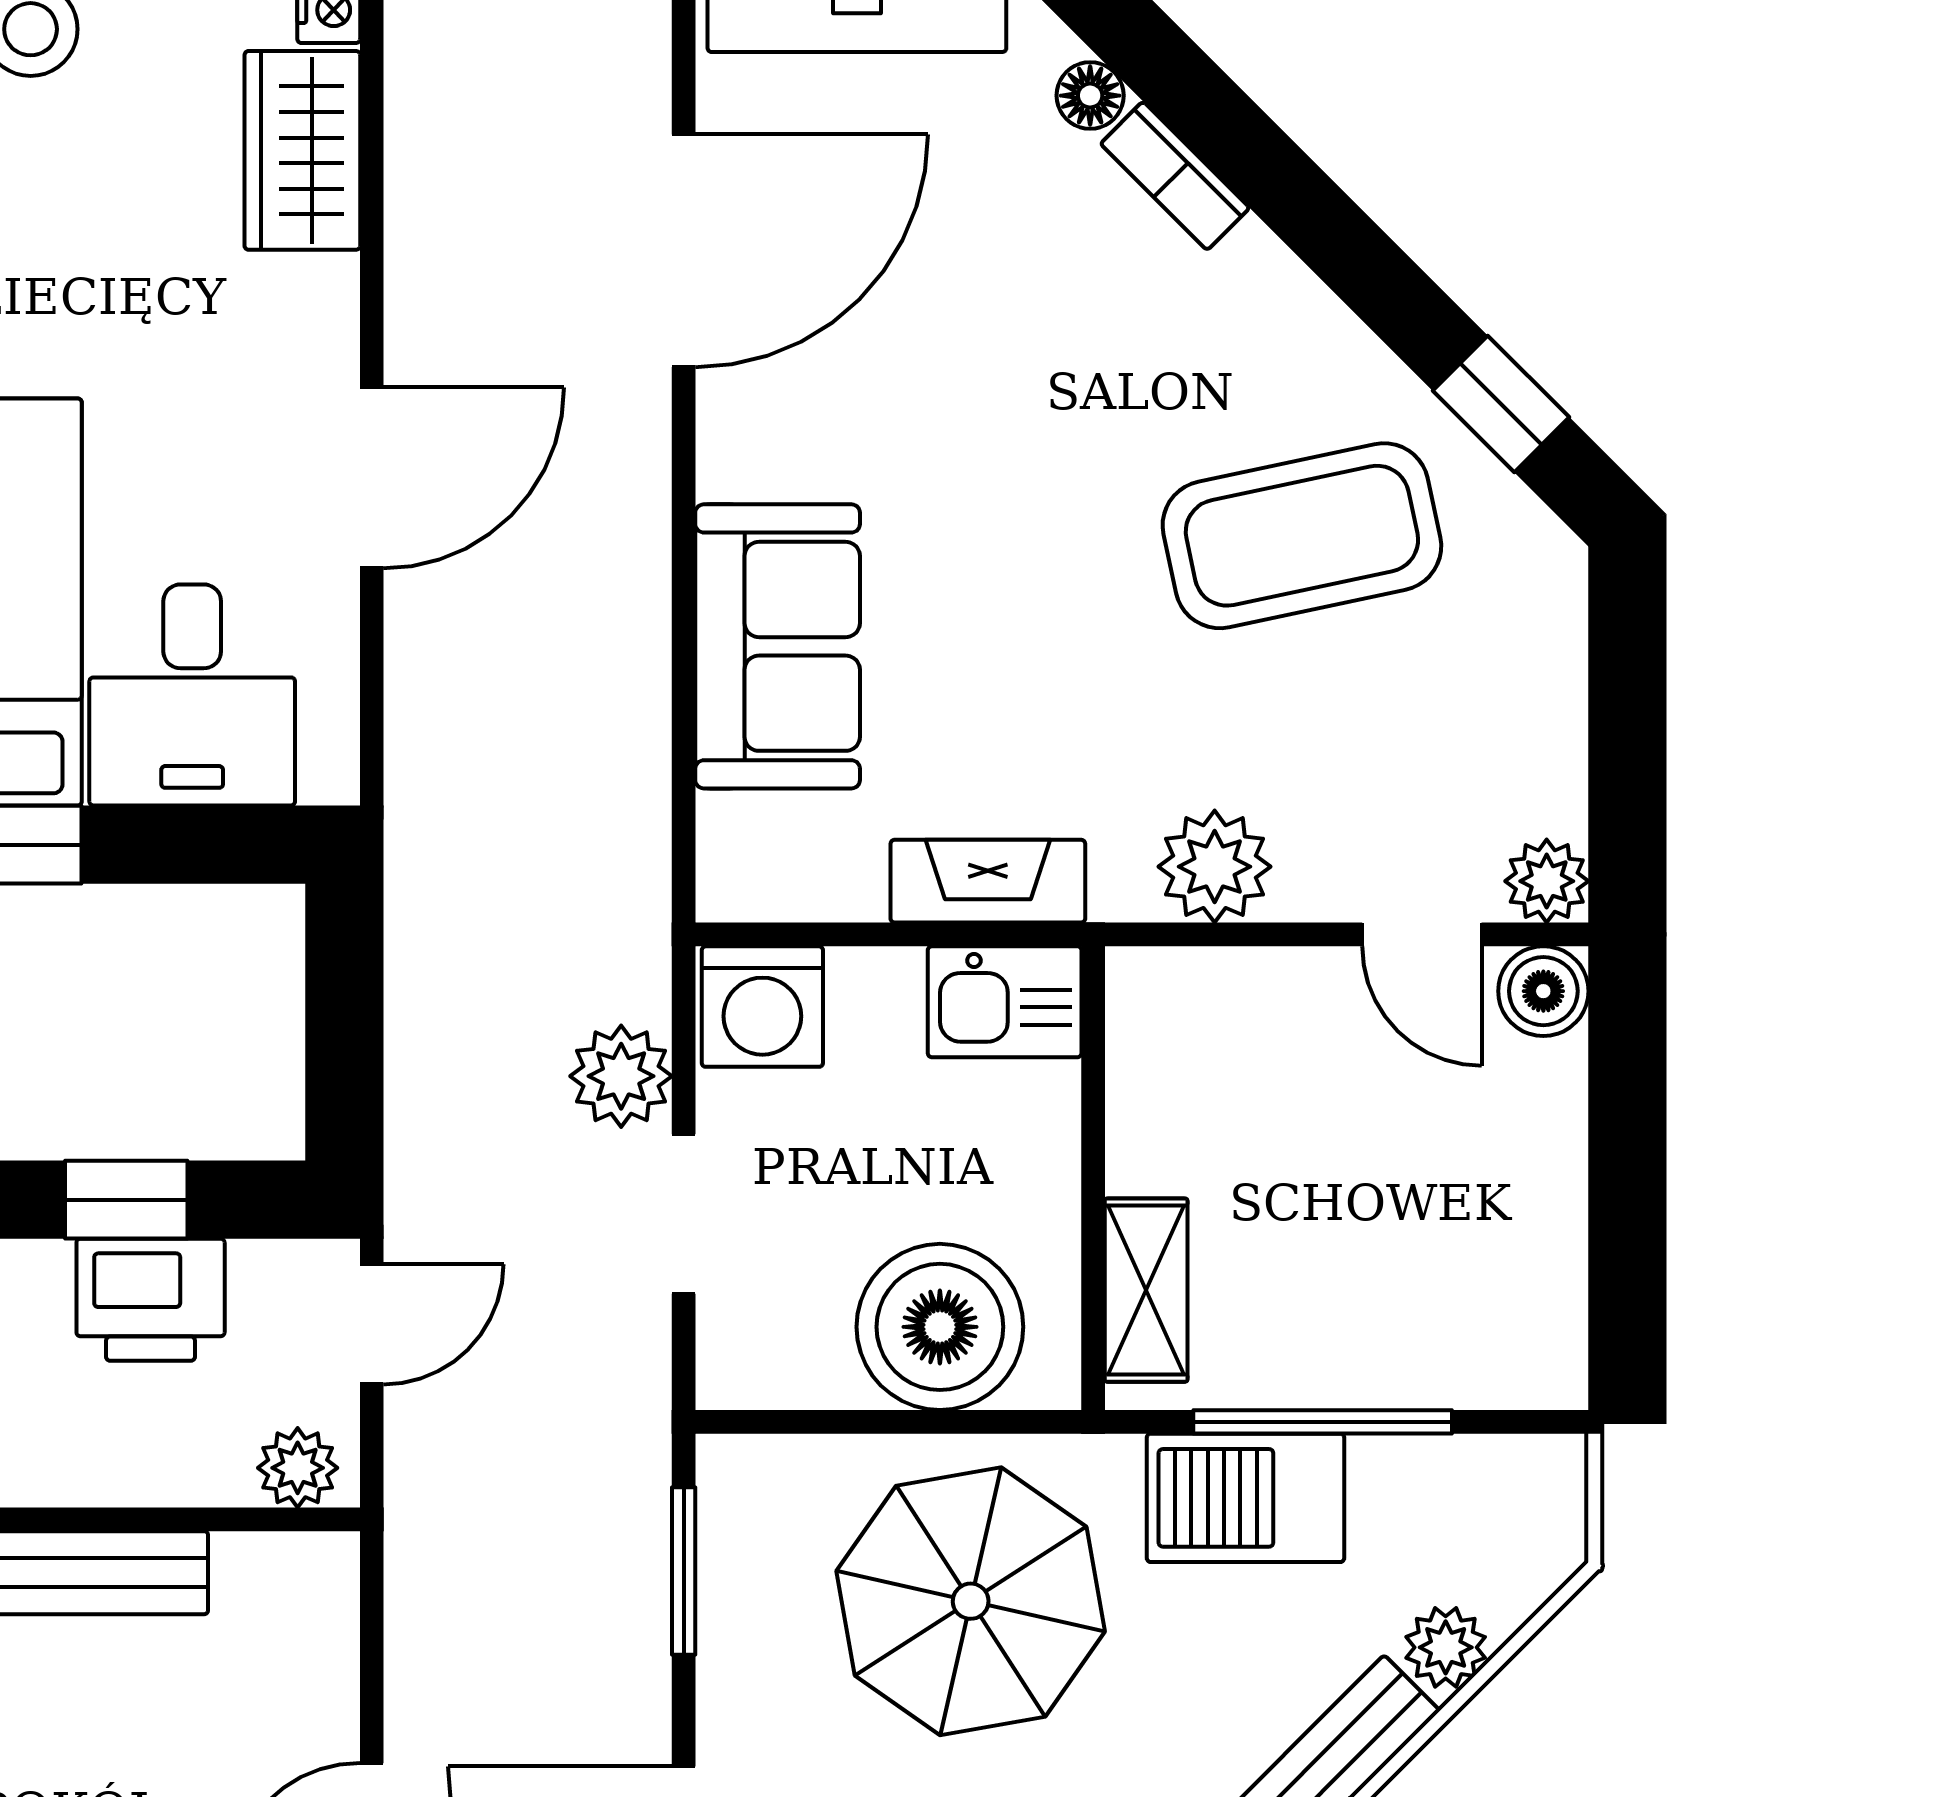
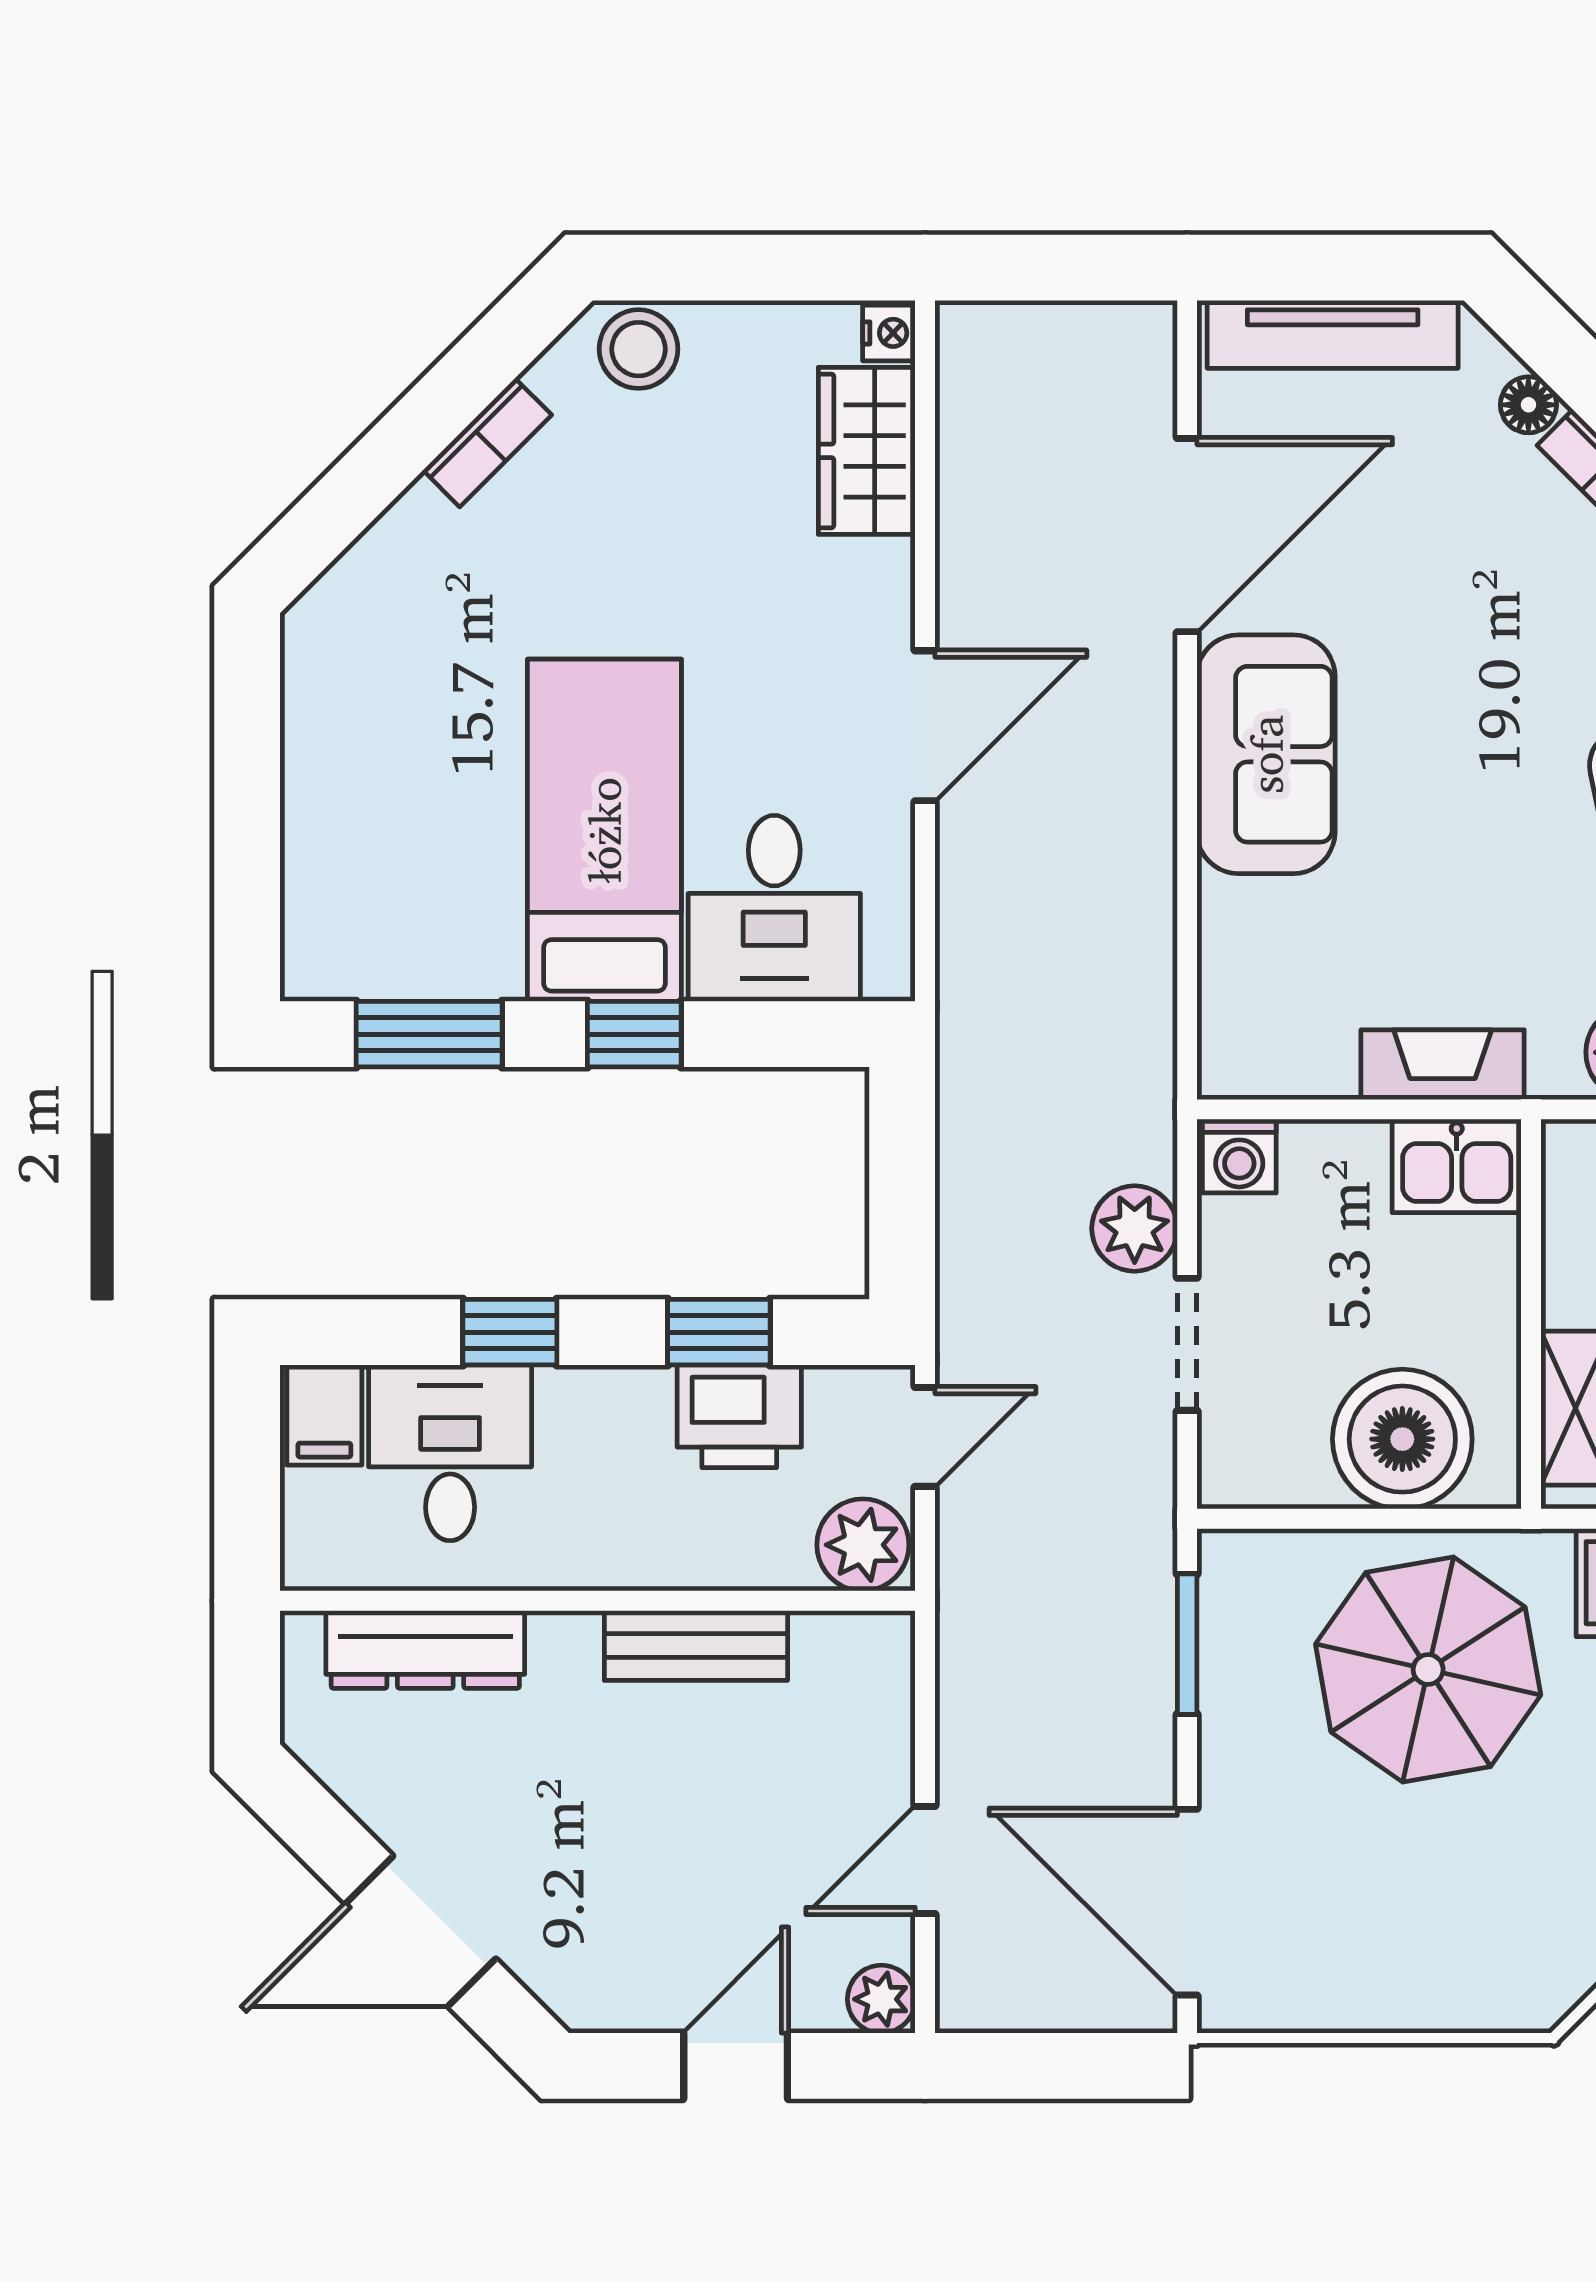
sofa: (778, 646) -> (1266, 754), moved
washing machine: (762, 1007) -> (1239, 1156), width x0.73, depth x0.73
plant: (298, 1468) -> (863, 1545), width x1.38, depth x1.38

